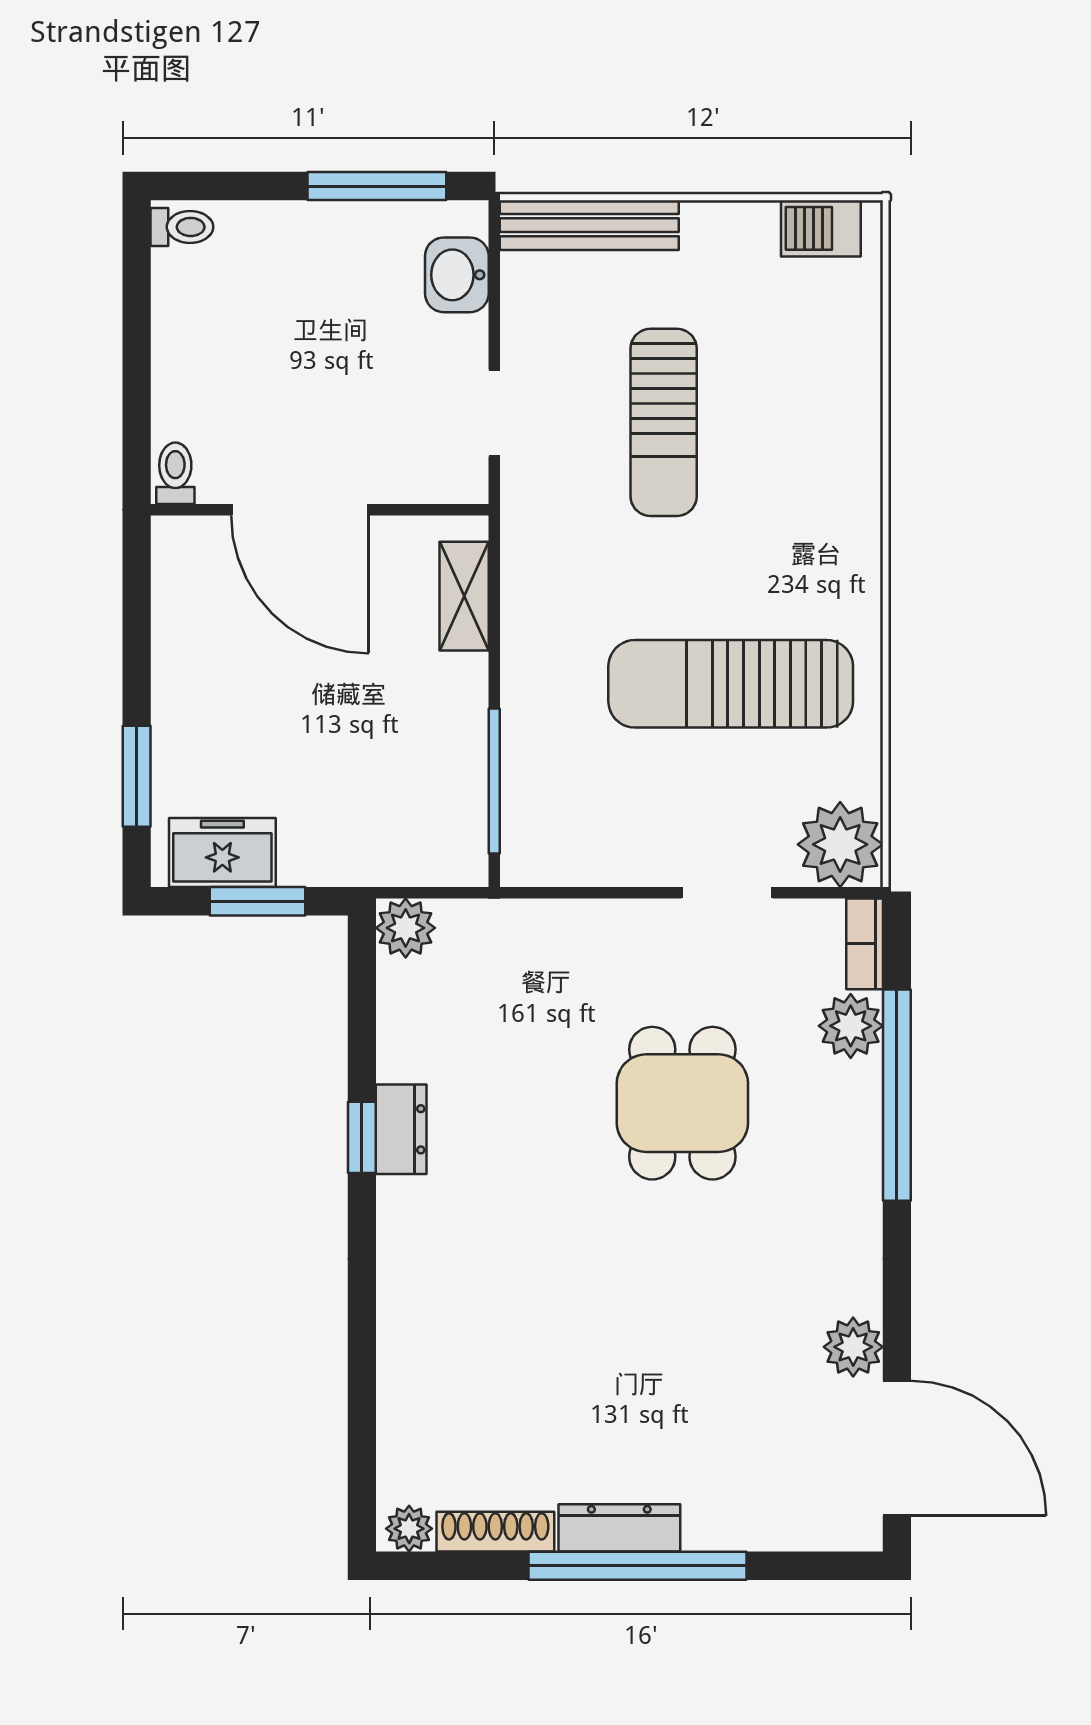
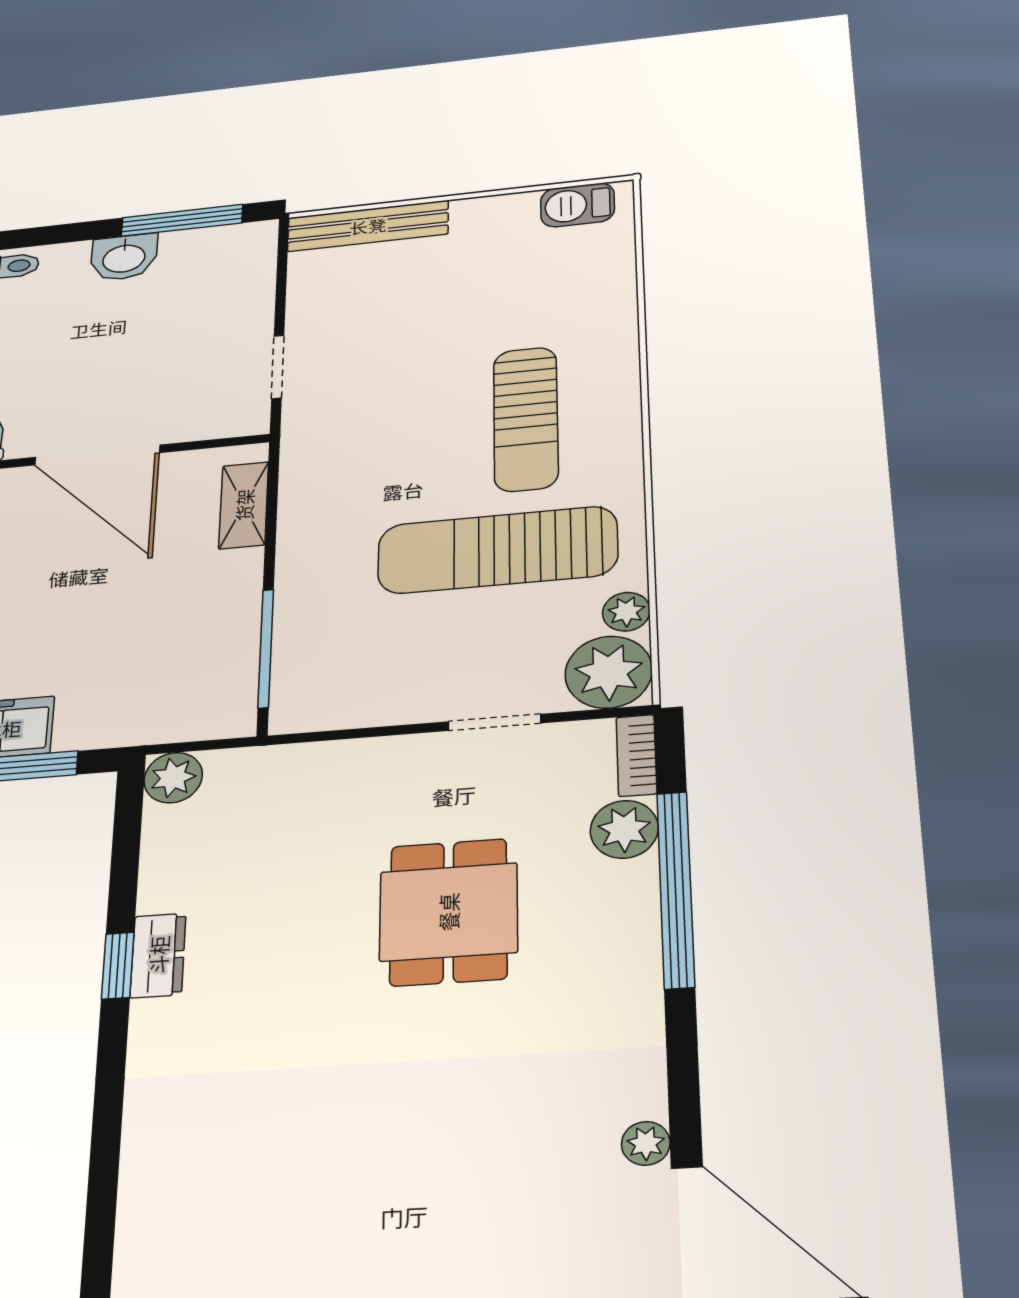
washbasin: (457, 275) -> (124, 257), moved, turned -90
sun lounger: (664, 422) -> (526, 419), moved
plant: (859, 774) -> (626, 612), added
plant: (853, 1347) -> (646, 1143), width x0.73, depth x0.73

